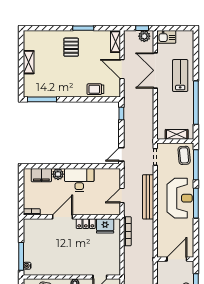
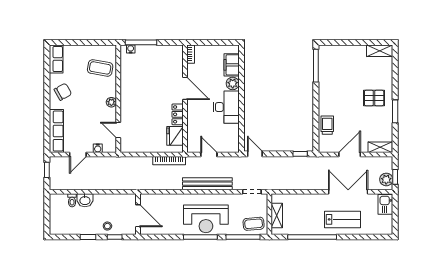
shelving: (29, 62) -> (380, 51), moved

